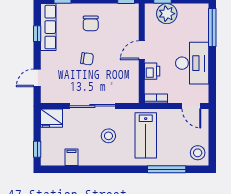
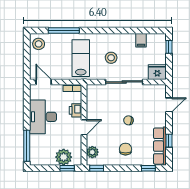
plant: (131, 20) -> (92, 152), added

